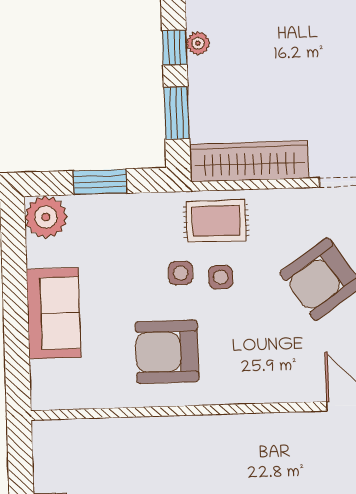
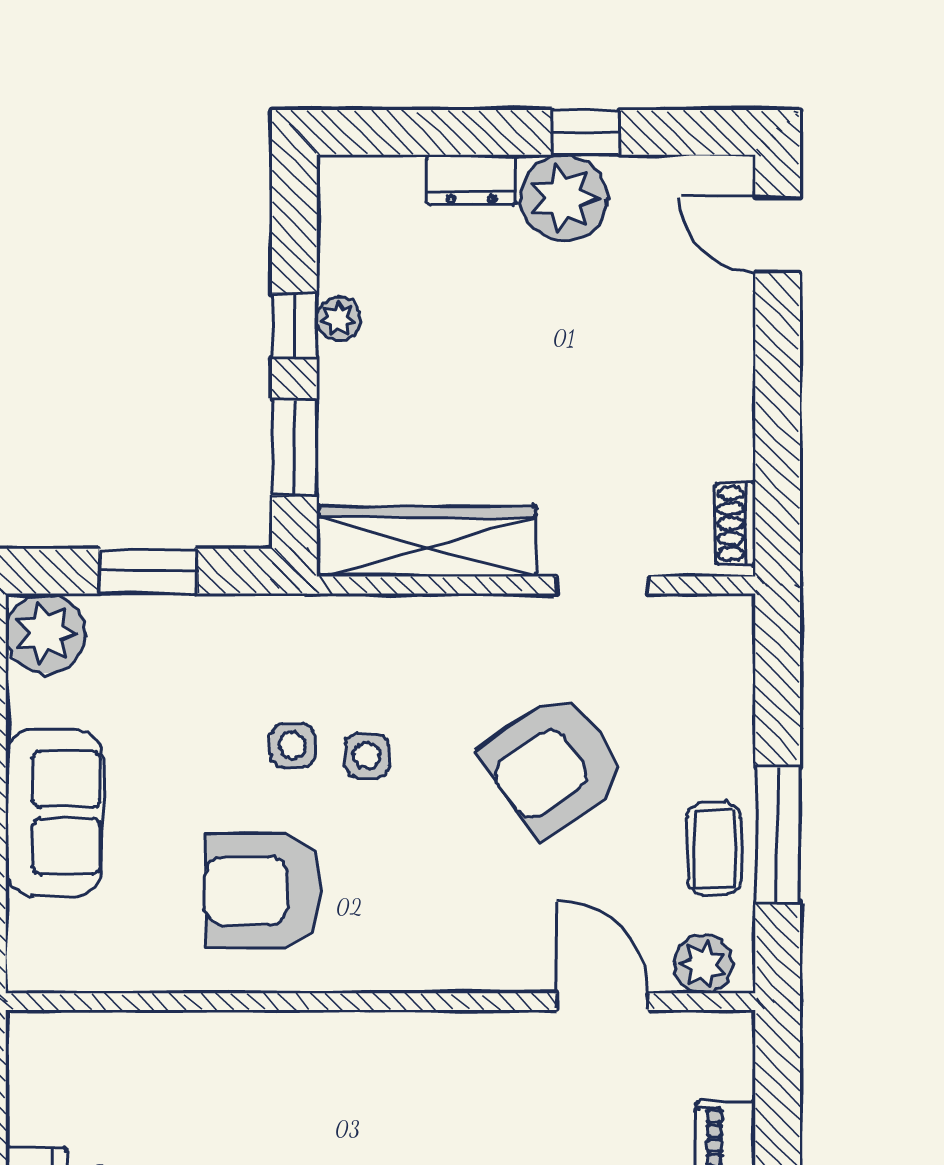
rug: (216, 221) -> (362, 651), removed

